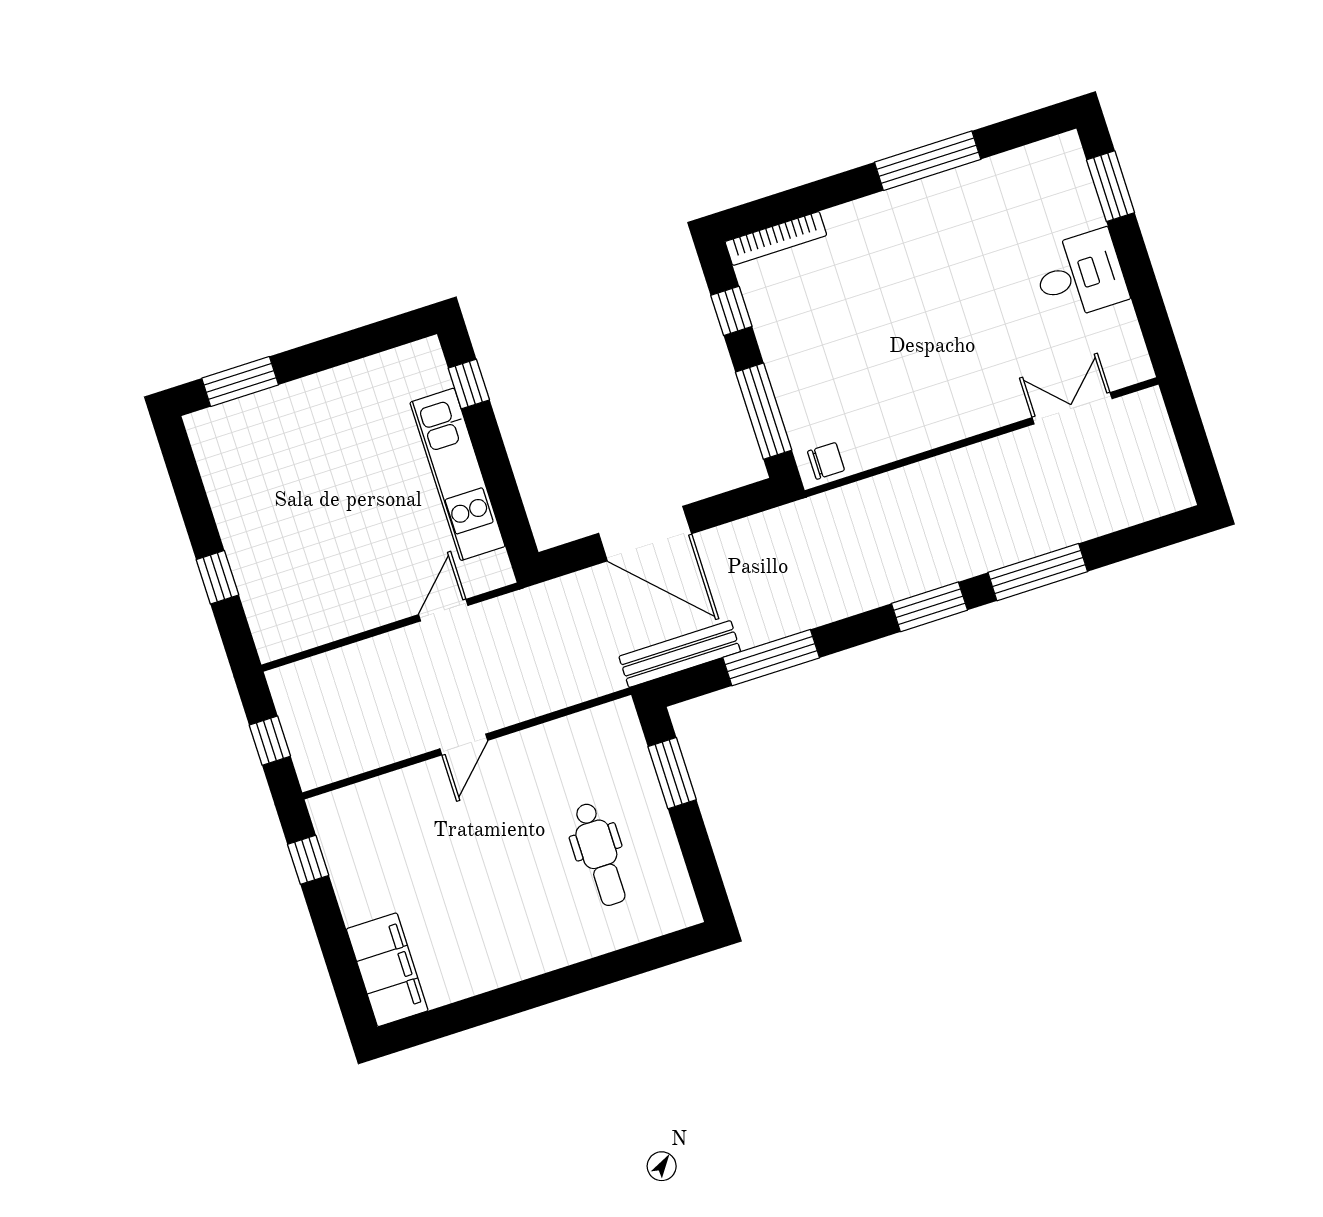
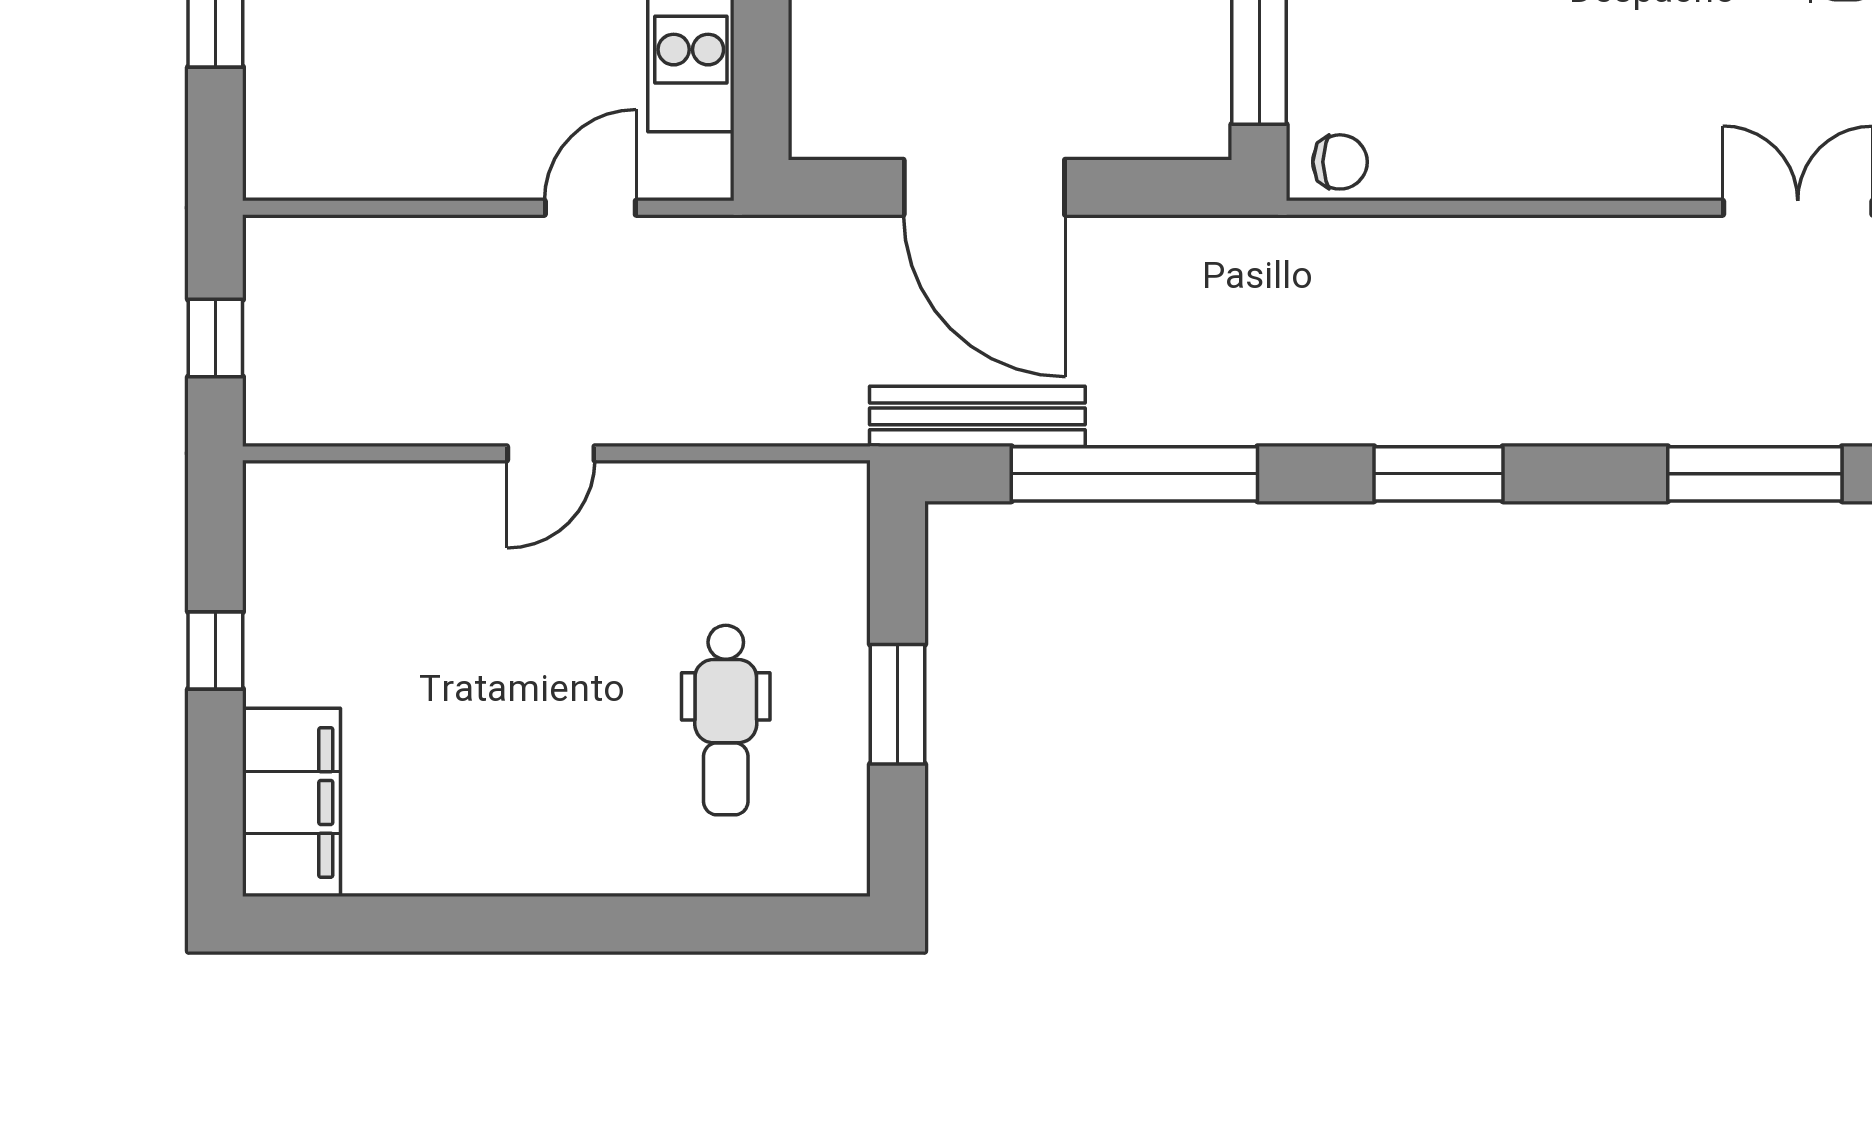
window: (1038, 572) -> (1755, 474), moved
window: (771, 658) -> (1134, 474), width x1.46
window: (672, 773) -> (898, 704), moved
window: (308, 860) -> (215, 650), moved

